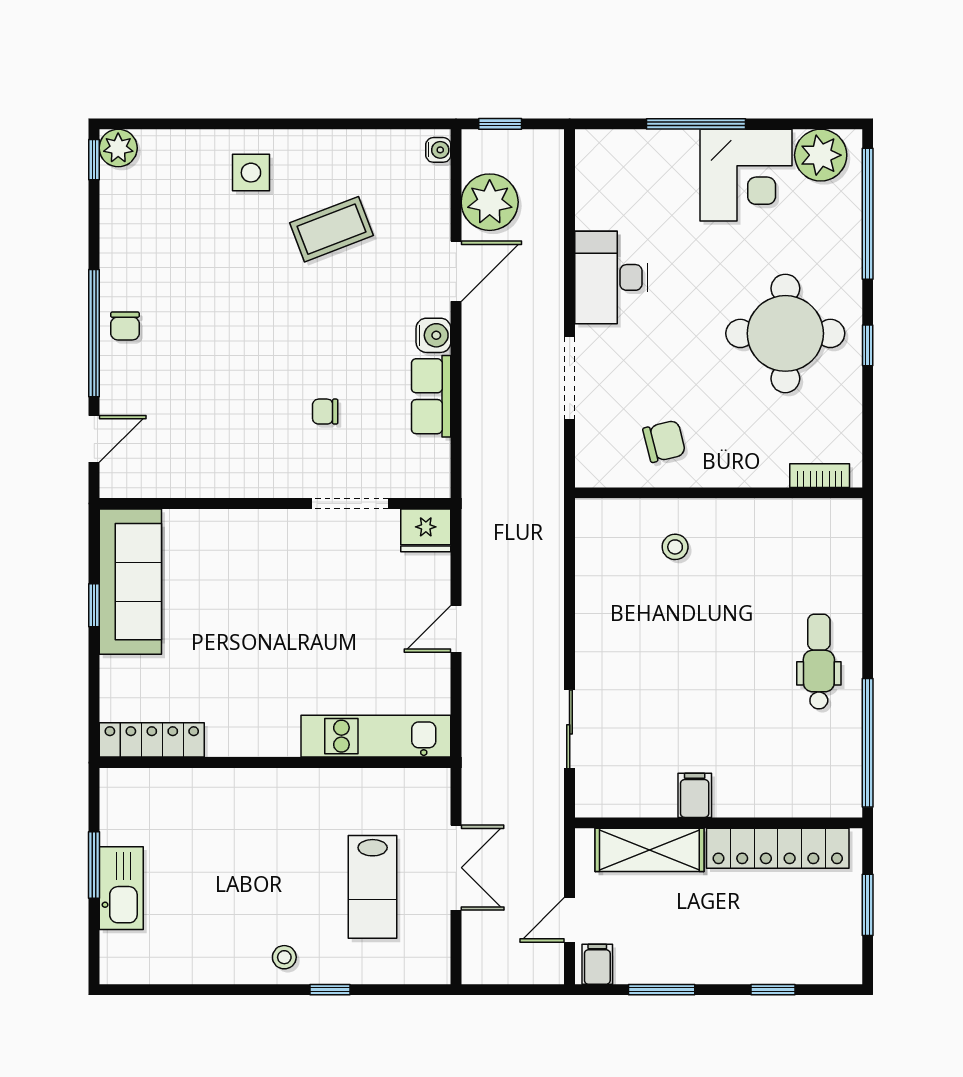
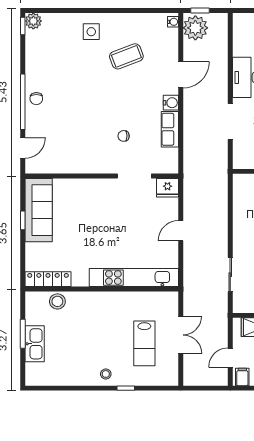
plant: (490, 202) -> (195, 28), moved
kitchen unit: (376, 736) -> (134, 278), width x1.36
stool: (173, 791) -> (57, 301), added

